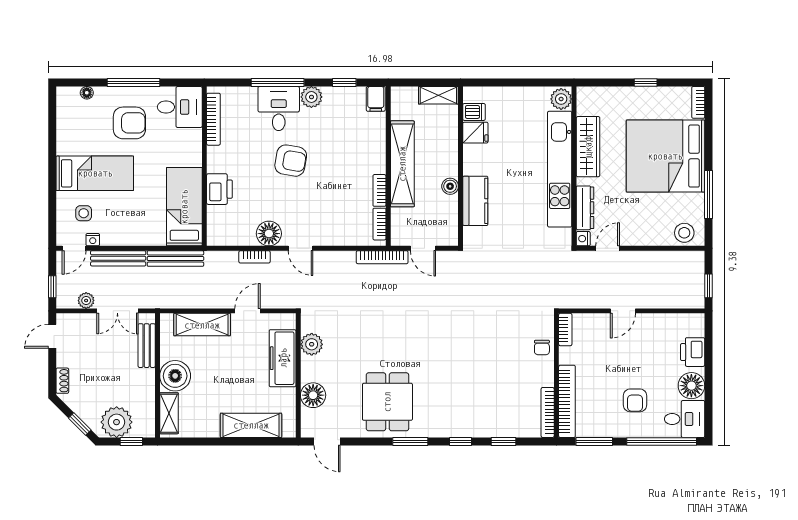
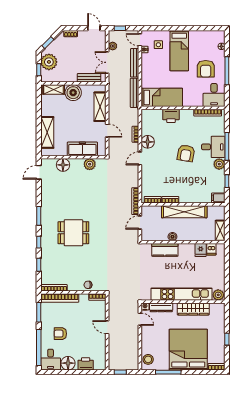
dining table: (387, 402) -> (73, 233), moved

